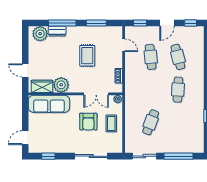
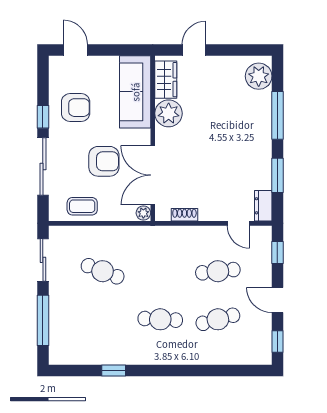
dresser: (57, 31) -> (263, 206), moved
door: (124, 45) -> (238, 223), hinge flipped
rug: (87, 56) -> (220, 159), removed
double door: (96, 94) -> (153, 175), width x1.37
armchair: (88, 122) -> (104, 161), turned 180
coffee table: (111, 123) -> (82, 206), moved
armchair: (58, 138) -> (76, 108), added
window: (48, 156) -> (43, 117), moved

